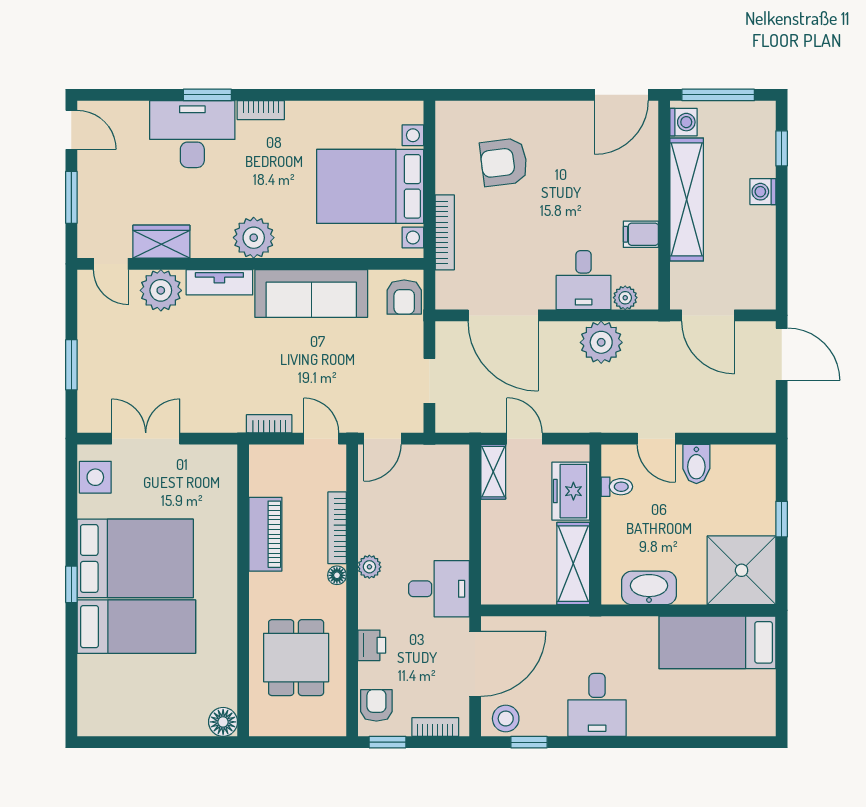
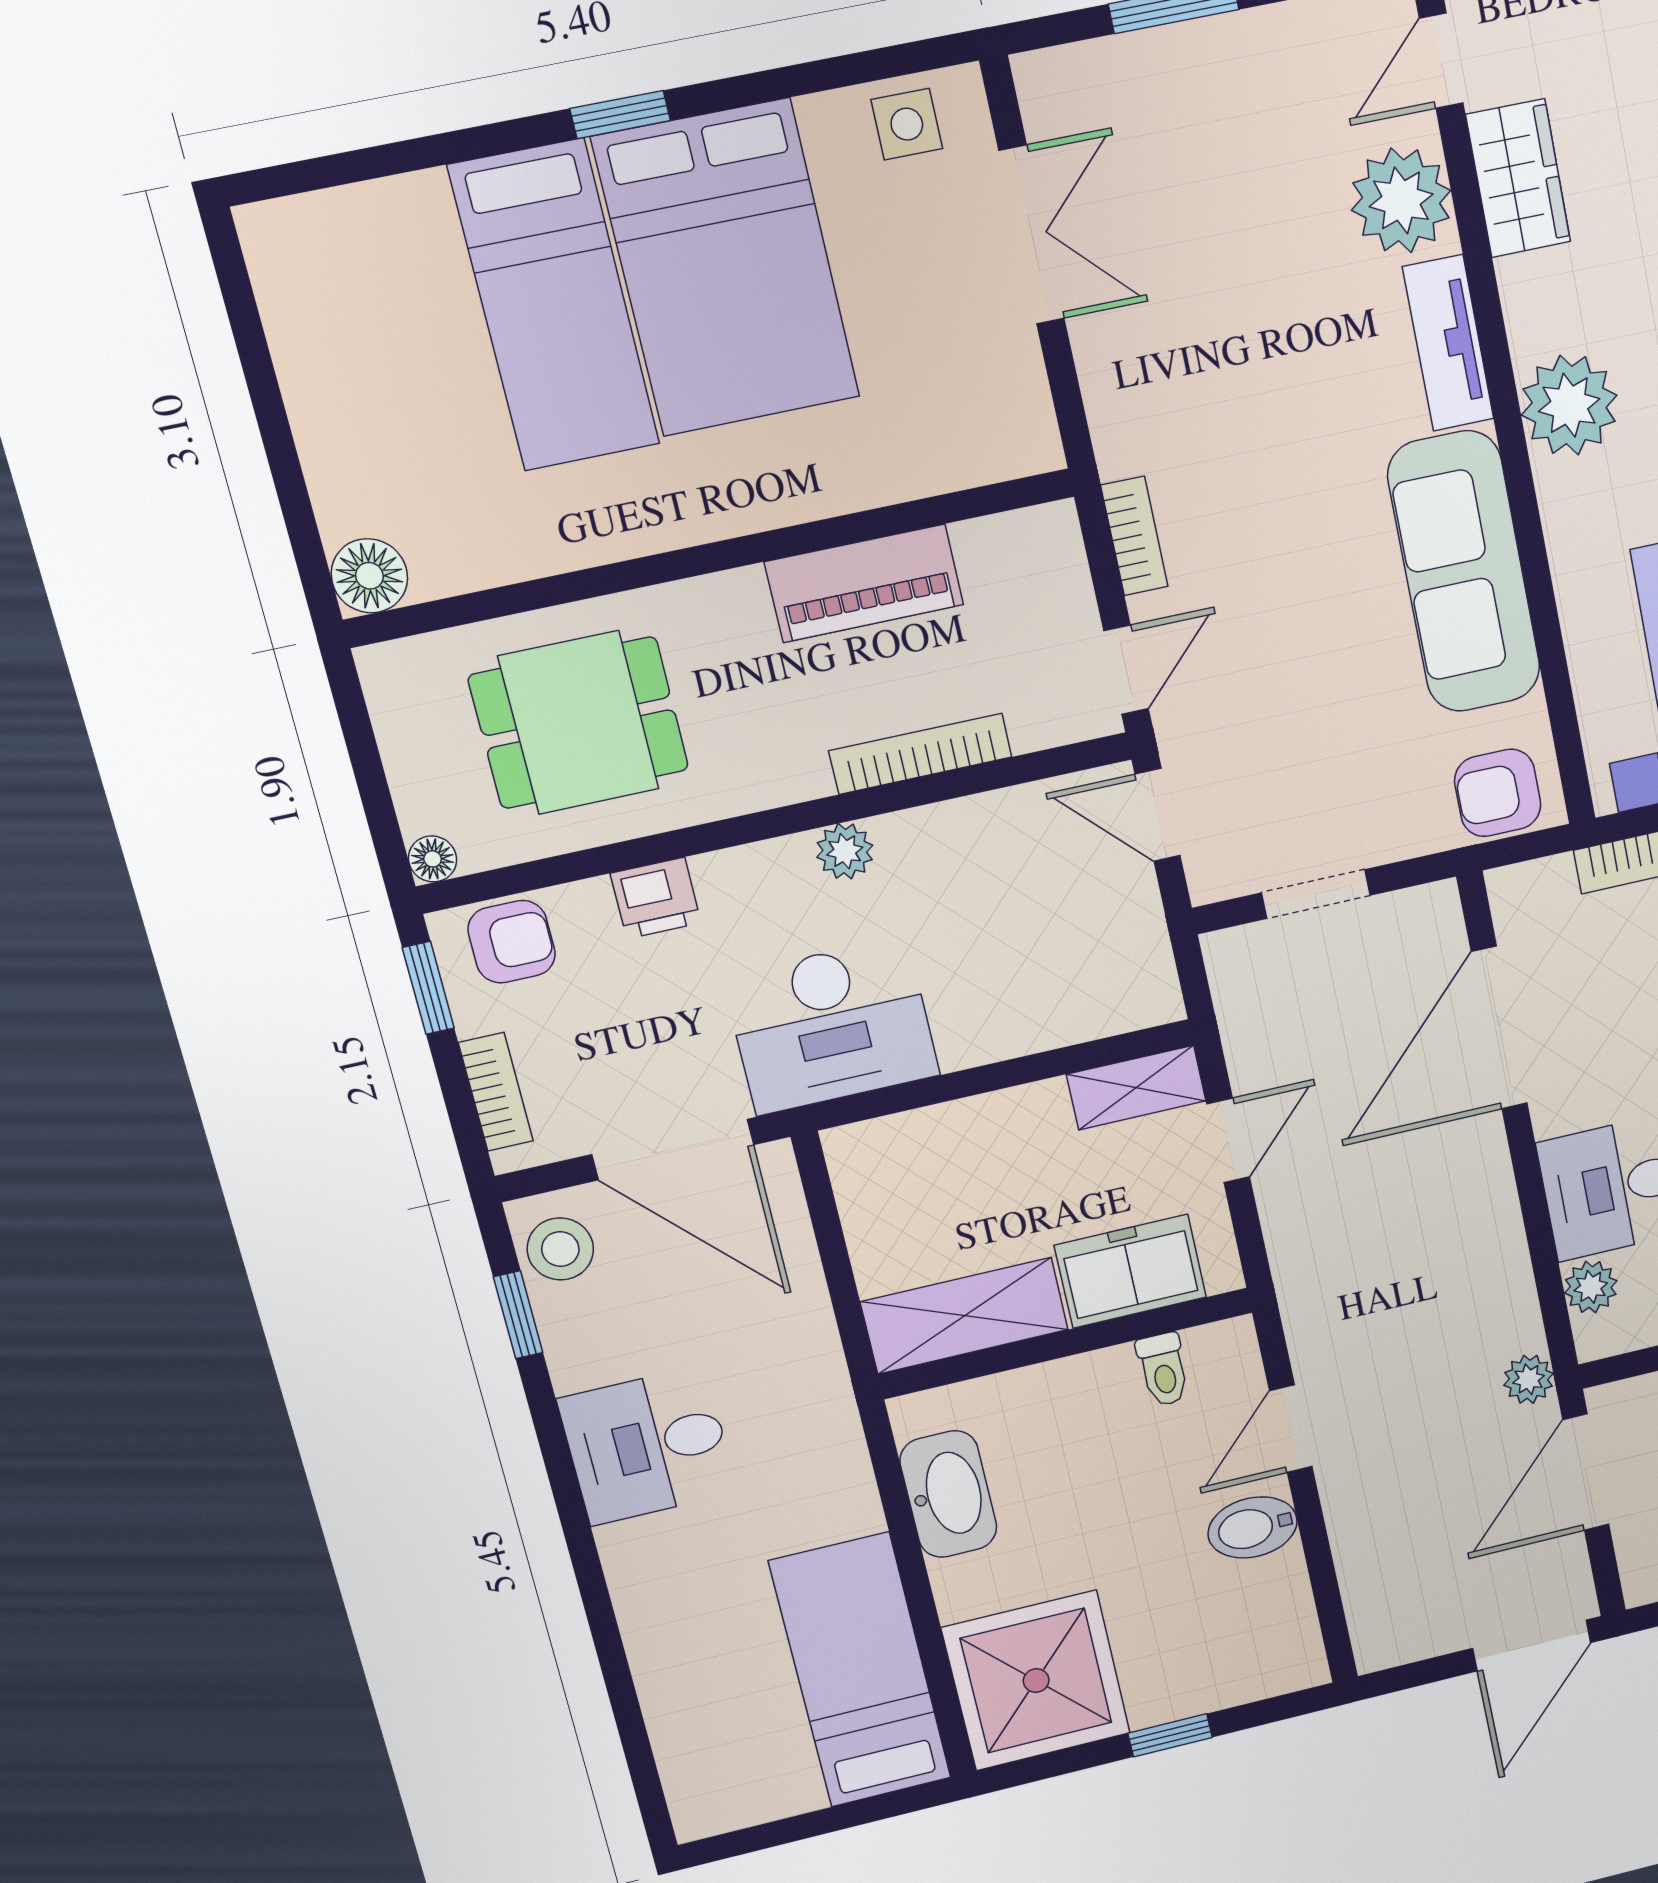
plant: (601, 342) -> (1529, 1379), moved, width x0.53, depth x0.53
side table: (95, 477) -> (907, 124), width x0.73, depth x0.73
floor lamp: (337, 575) -> (433, 859), moved
desk: (439, 589) -> (832, 1026), width x1.37

